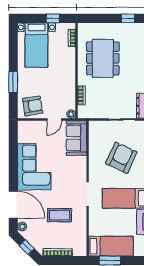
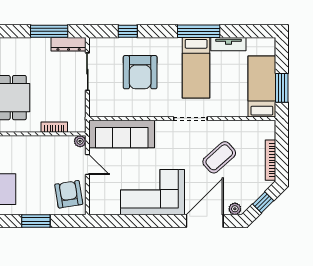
sofa: (76, 138) -> (122, 134), width x1.36
armchair: (121, 158) -> (140, 72), turned -115
coffee table: (59, 215) -> (219, 157), turned 48

